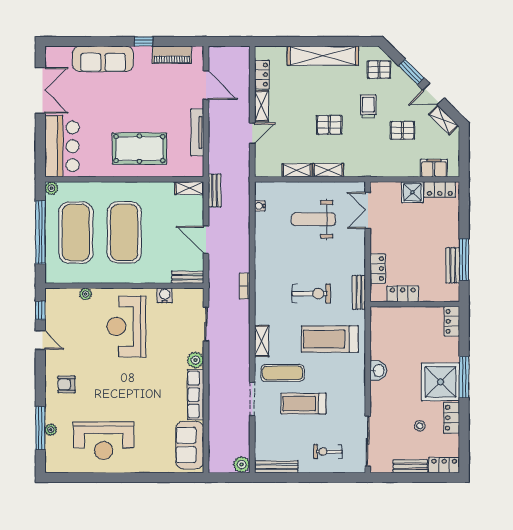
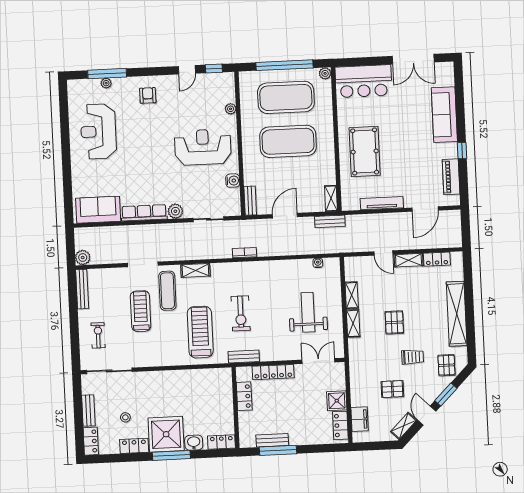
pallet: (402, 130) -> (392, 389), turned 90
locker: (378, 269) -> (273, 372), width x1.53
washbasin: (378, 371) -> (194, 443), moved, turned 180

